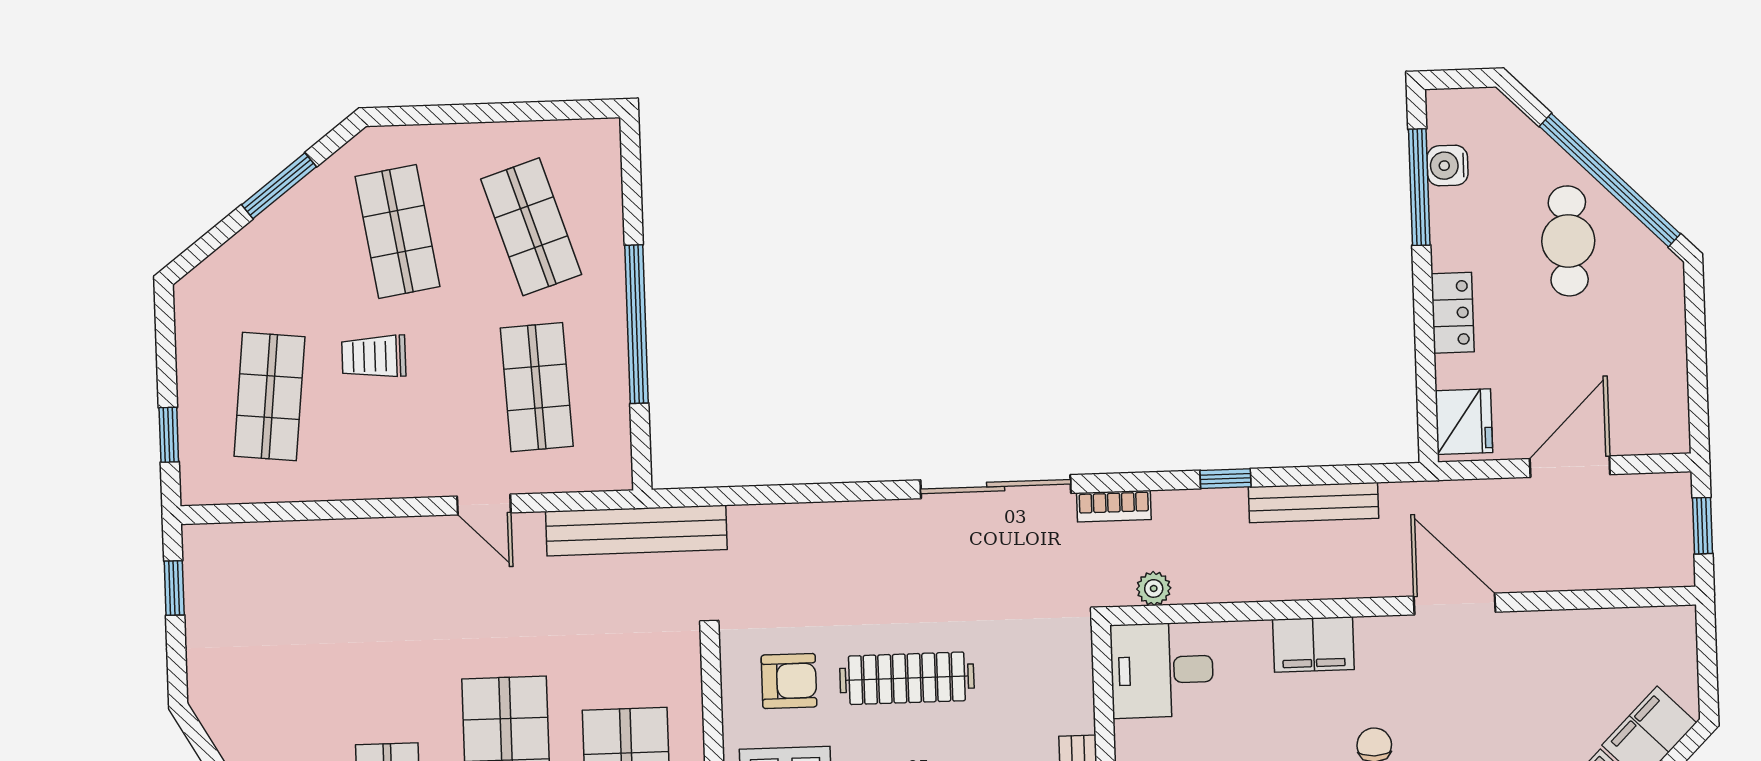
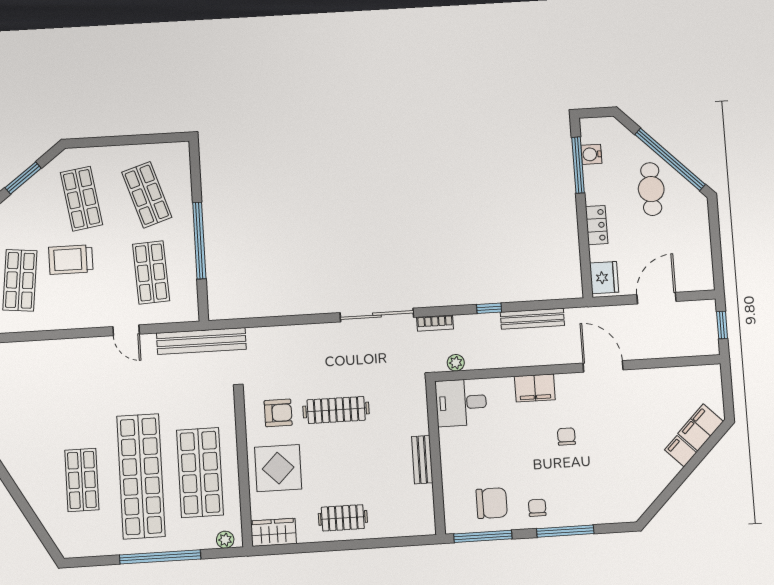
trolley: (374, 357) -> (71, 260), width x1.36, depth x1.39

